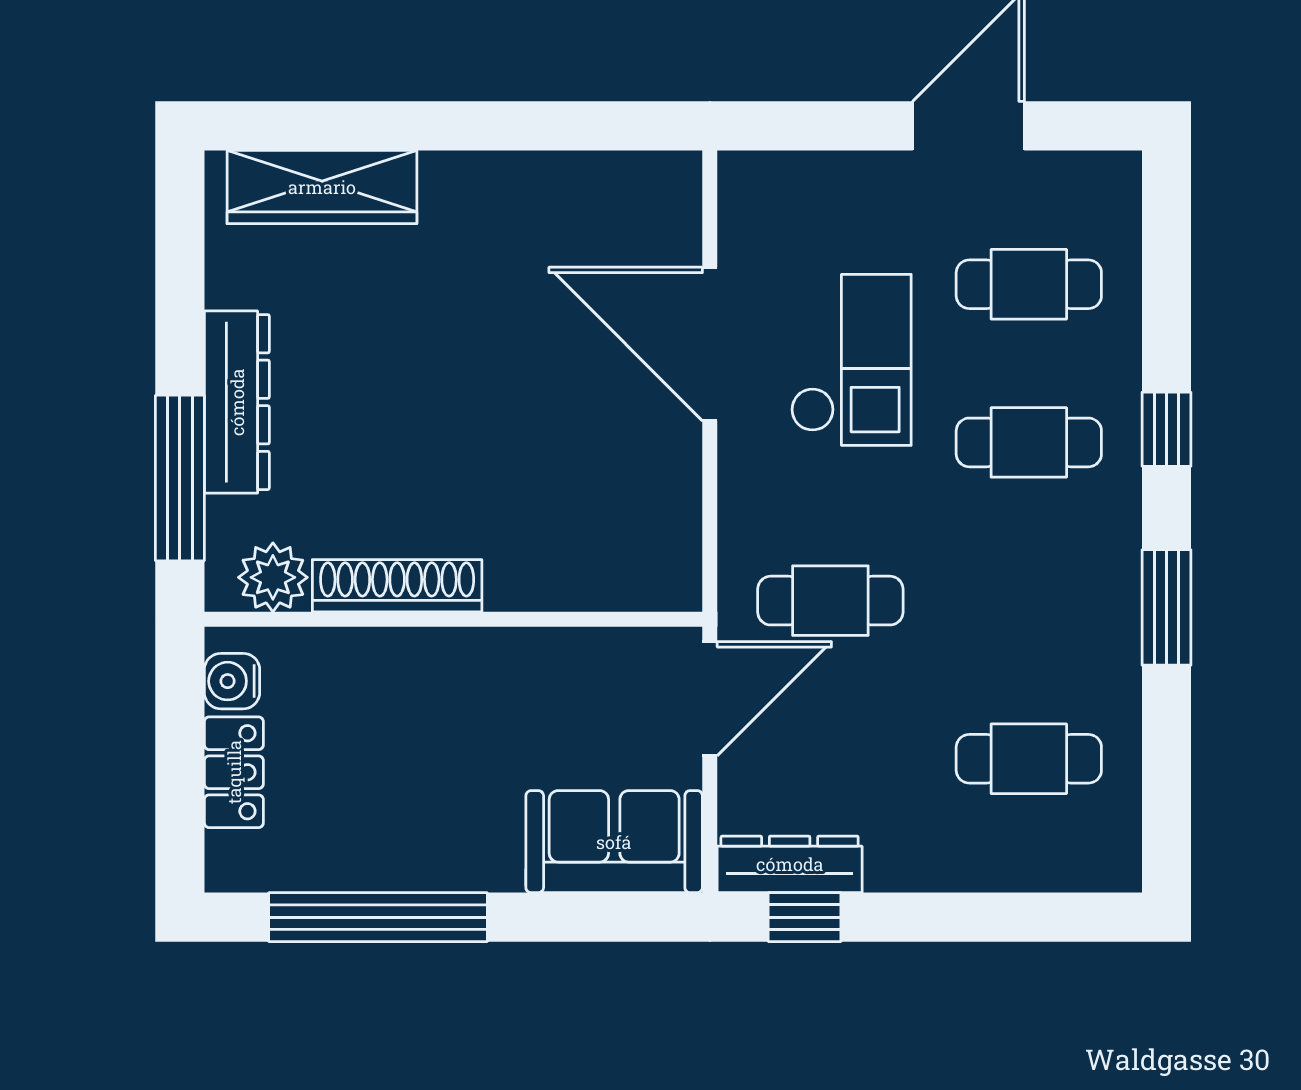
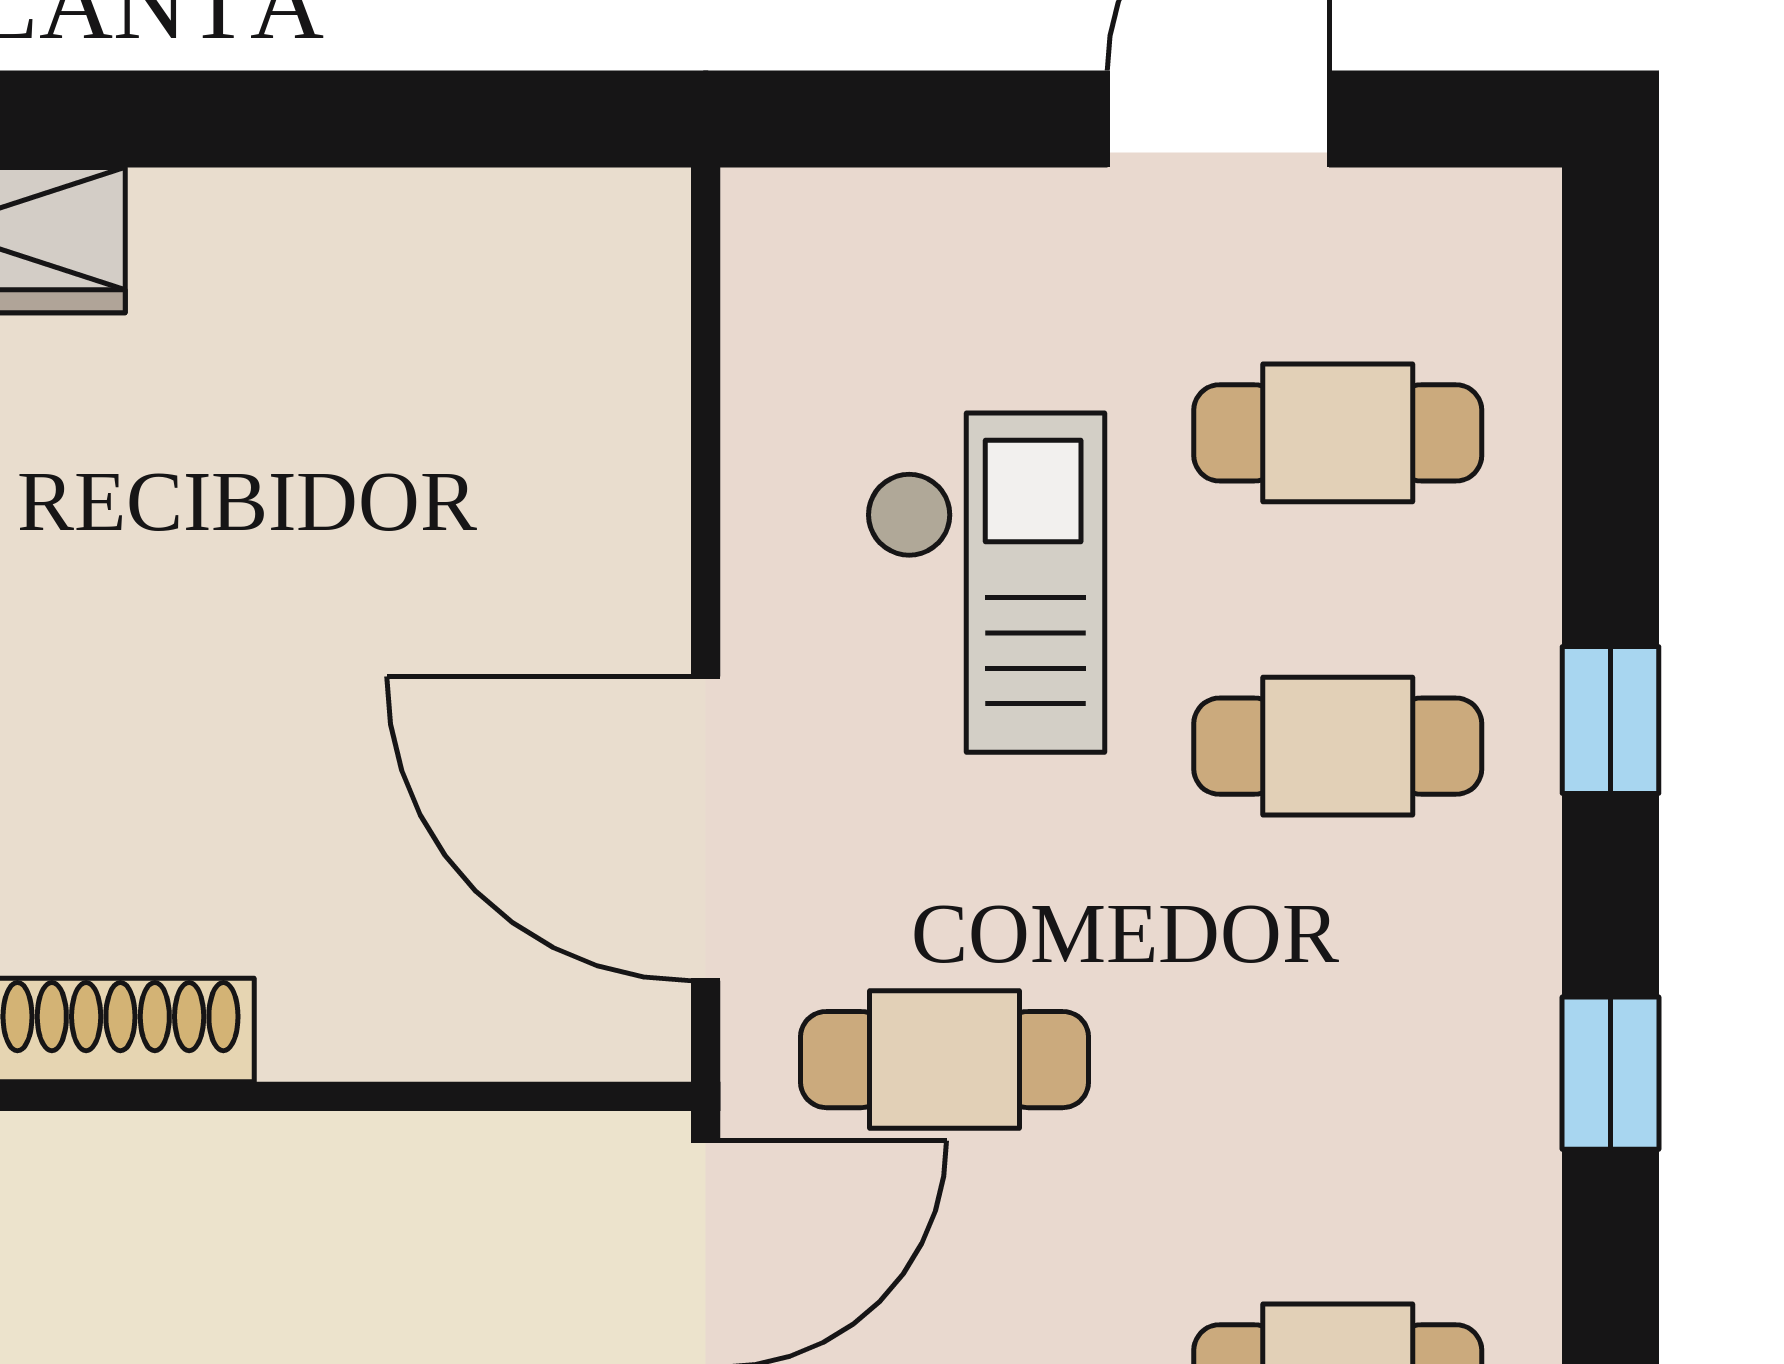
door: (710, 344) -> (706, 829), moved
window: (1166, 607) -> (1610, 1073), width x0.67

